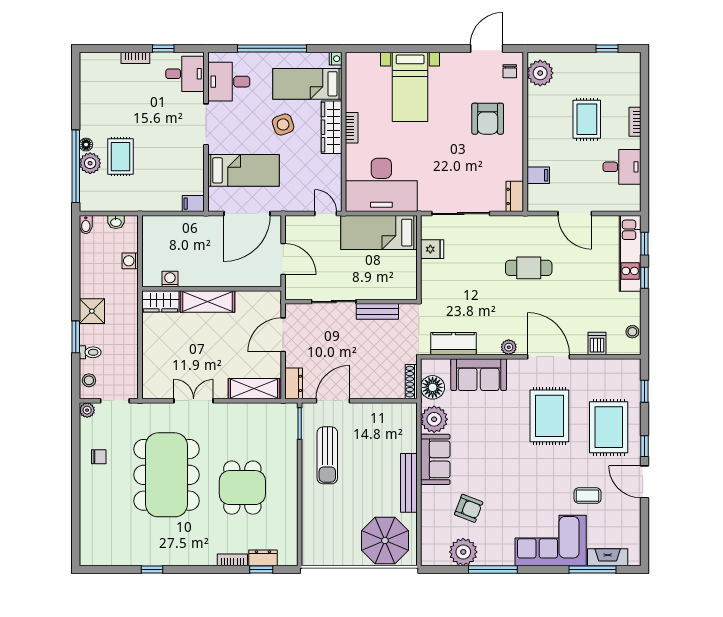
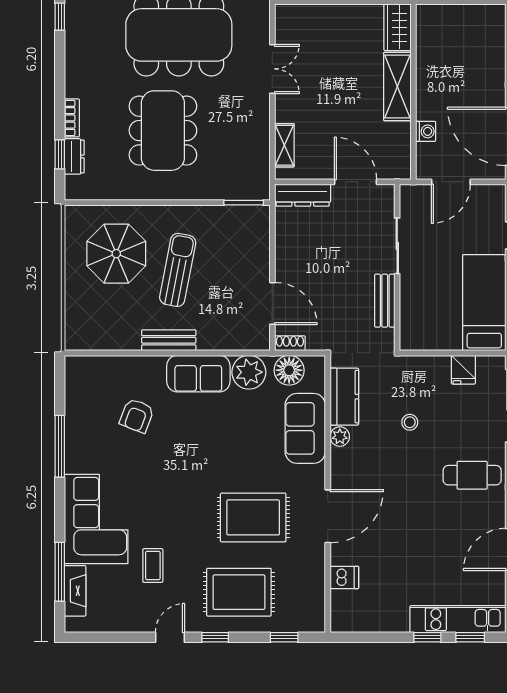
cafe table: (529, 268) -> (472, 475), moved, turned 90
washing machine: (170, 279) -> (426, 131), moved
stool: (632, 332) -> (410, 422), moved
plant: (509, 347) -> (340, 437), moved
shoe rack: (411, 382) -> (290, 343), width x0.70
dresser: (294, 383) -> (303, 195), width x1.44
shelving: (254, 389) -> (284, 145), width x0.67, depth x0.75
door: (333, 401) -> (272, 304), moved
sun lounger: (327, 455) -> (178, 270), moved, turned 101
door: (644, 482) -> (170, 637), width x0.73
bench: (409, 483) -> (169, 340), width x0.73
dining table: (242, 488) -> (163, 131), width x1.37
parasol: (385, 541) -> (116, 254), moved
plant: (463, 552) -> (82, 409), removed

